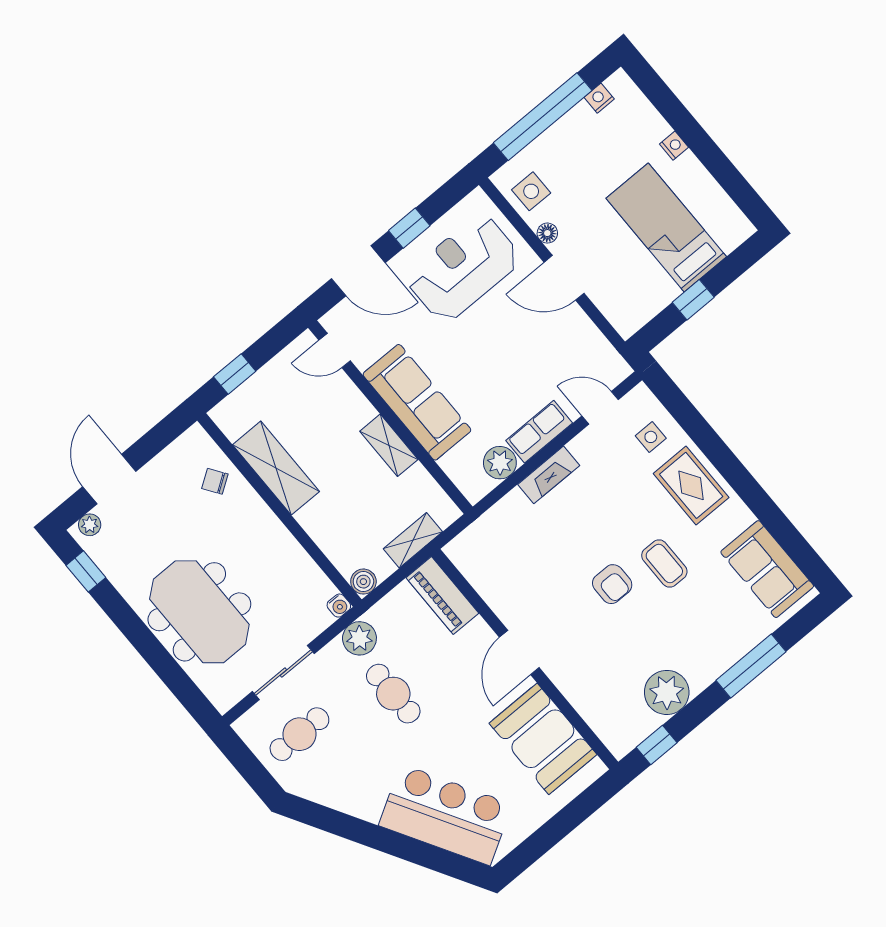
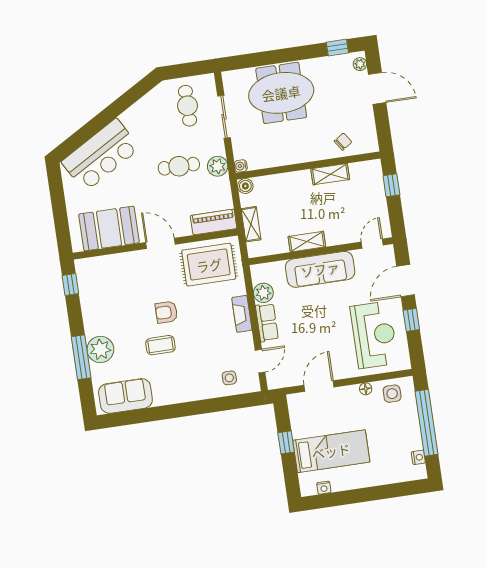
nightstand: (674, 146) -> (324, 488), moved
door: (564, 278) -> (319, 386), moved
shelving: (276, 468) -> (330, 174), width x0.67, depth x0.75
rug: (691, 485) -> (209, 265), moved, width x1.36, depth x1.43
plant: (667, 692) -> (100, 349), moved

